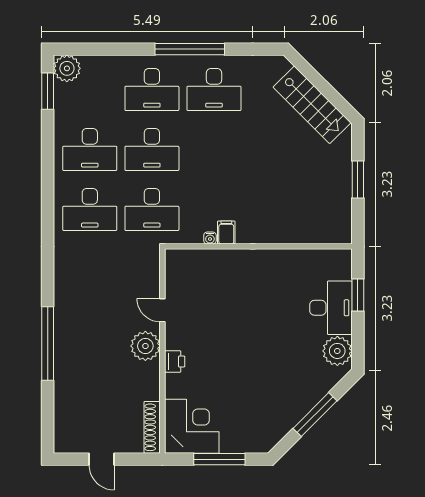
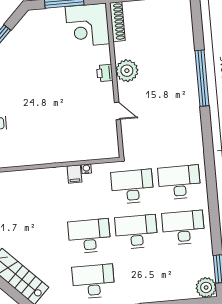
desk: (152, 90) -> (89, 236), moved
plant: (145, 346) -> (127, 71), moved

